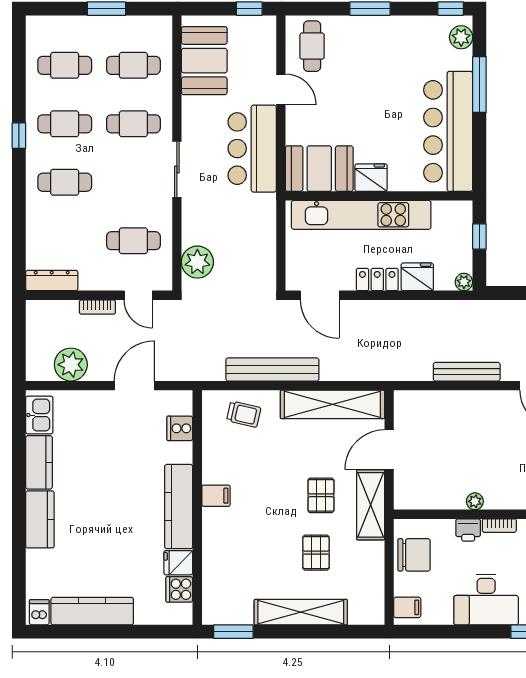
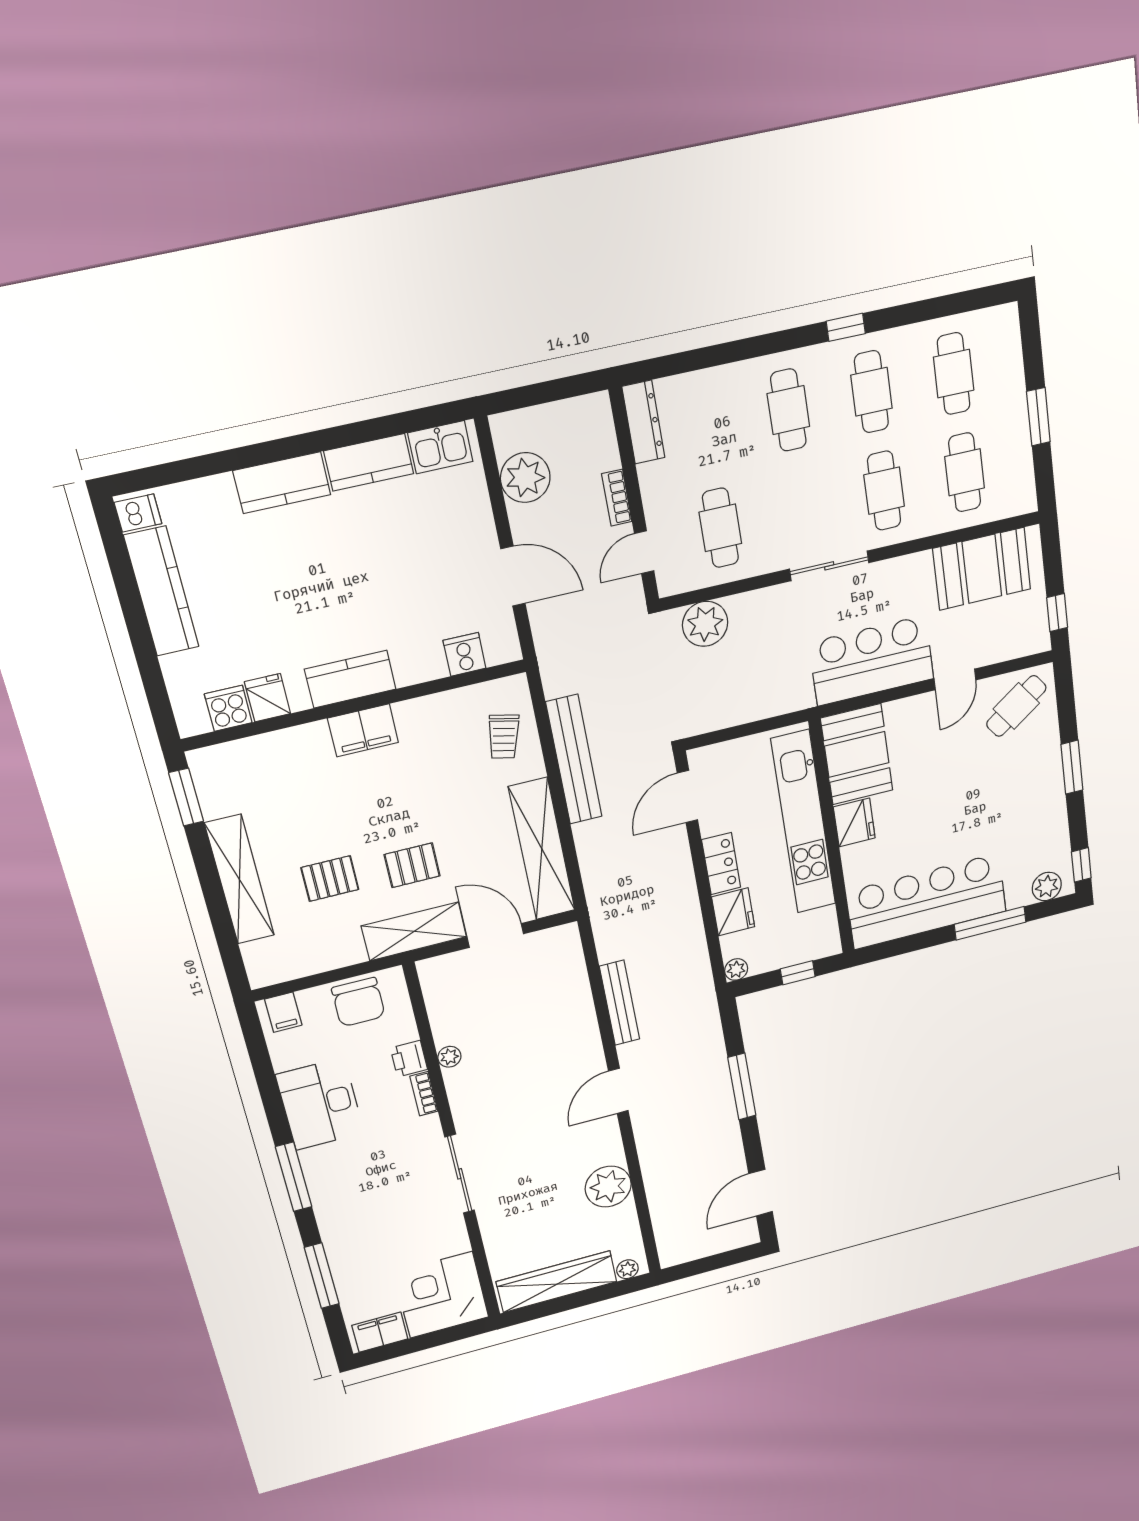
cafe table: (312, 46) -> (1016, 706), turned -36
filing cabinet: (216, 496) -> (363, 730), width x2.00
kitchen counter: (179, 507) -> (350, 679), width x0.67

